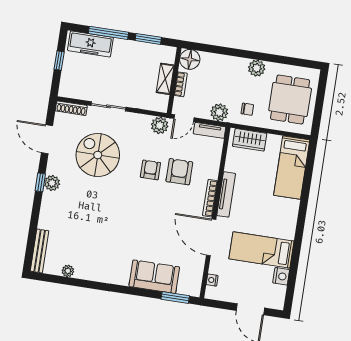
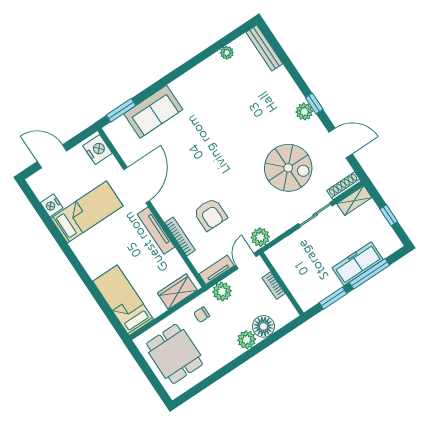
freezer: (90, 44) -> (358, 264), moved
floor lamp: (190, 59) -> (263, 326), moved
plant: (257, 68) -> (247, 340), moved
shelving: (165, 79) -> (354, 201), moved, turned 90
armchair: (150, 170) -> (235, 195), removed
bookcase: (210, 198) -> (180, 236), moved
door: (211, 237) -> (137, 185), hinge flipped
nightstand: (212, 280) -> (98, 149), width x1.89, depth x1.79

